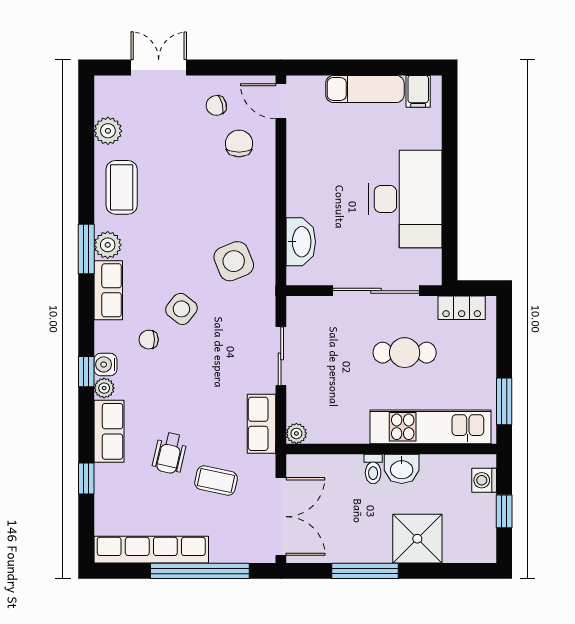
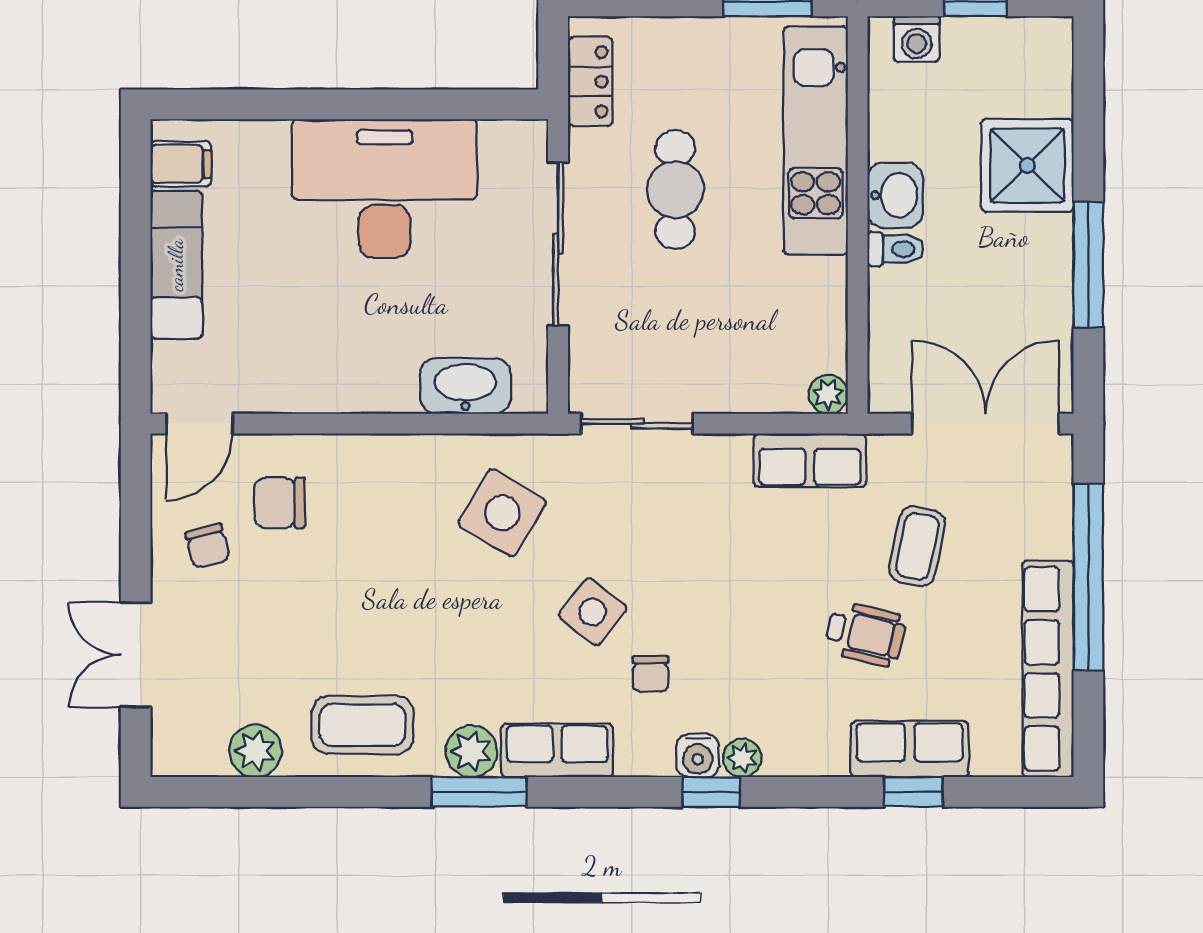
side table: (234, 261) -> (502, 513), turned -37
sliding door: (281, 356) -> (637, 424), moved
row of seats: (109, 431) -> (910, 749), moved

